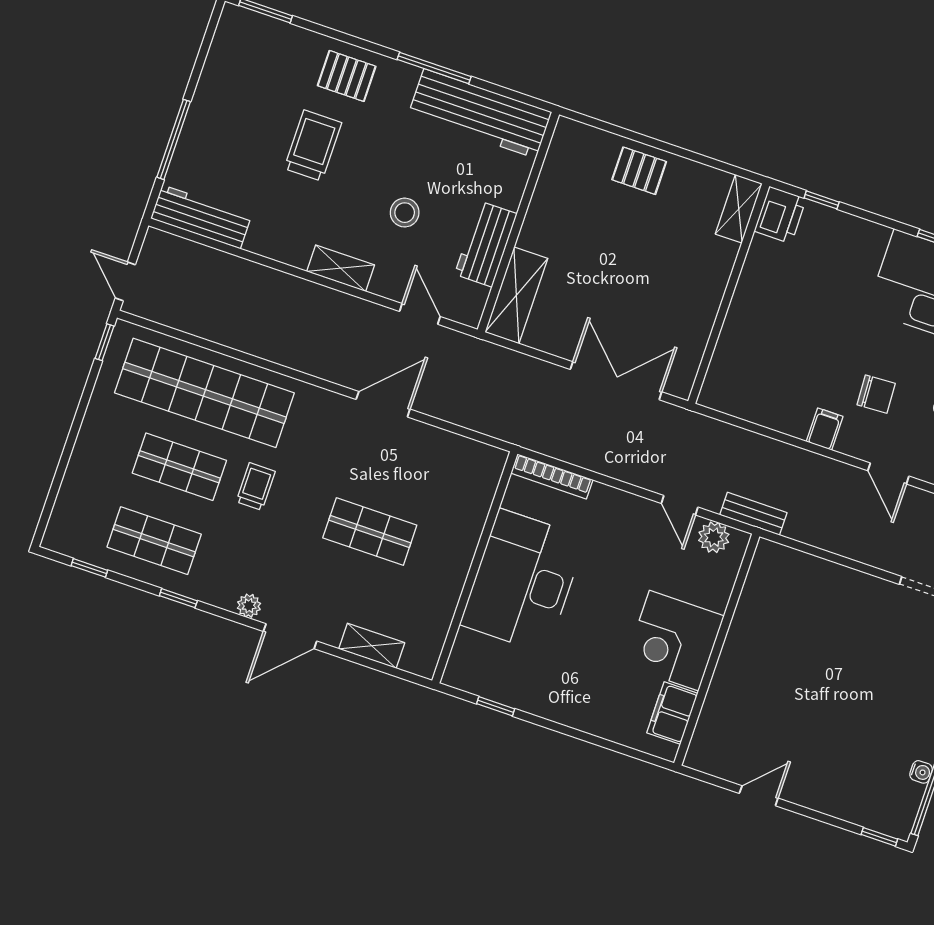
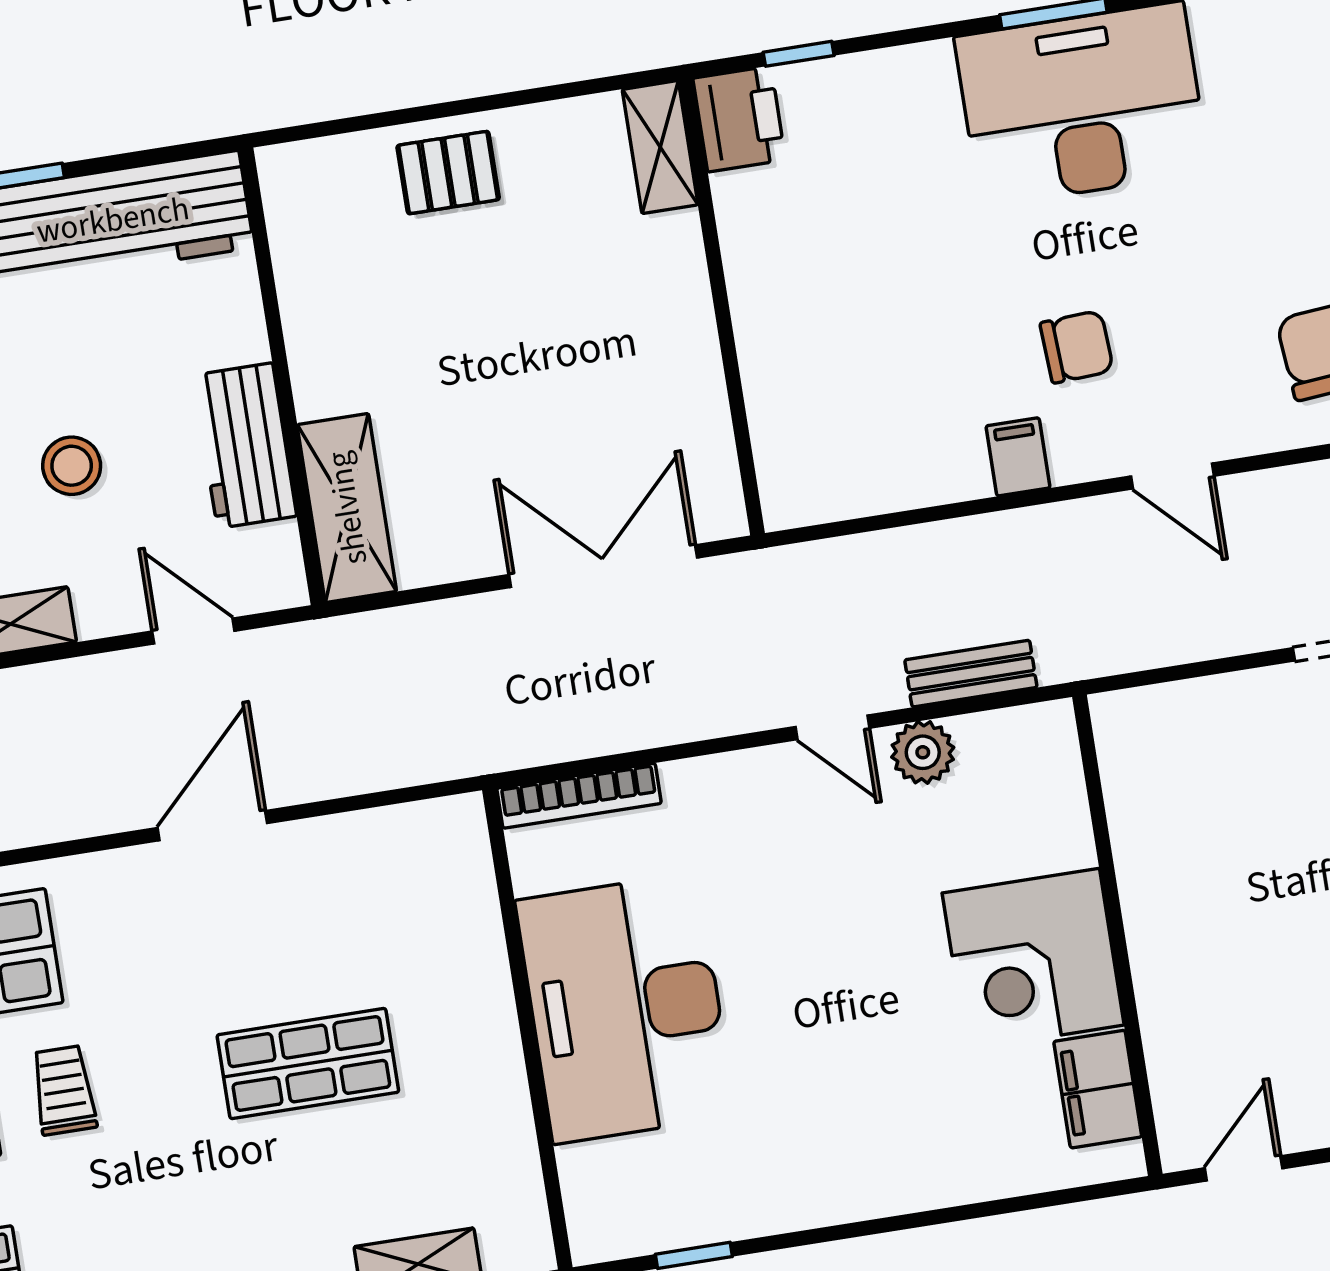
corner desk: (674, 641) -> (1033, 959), moved
wall: (717, 650) -> (1117, 935), moved
filing cabinet: (672, 713) -> (1098, 1089), moved

